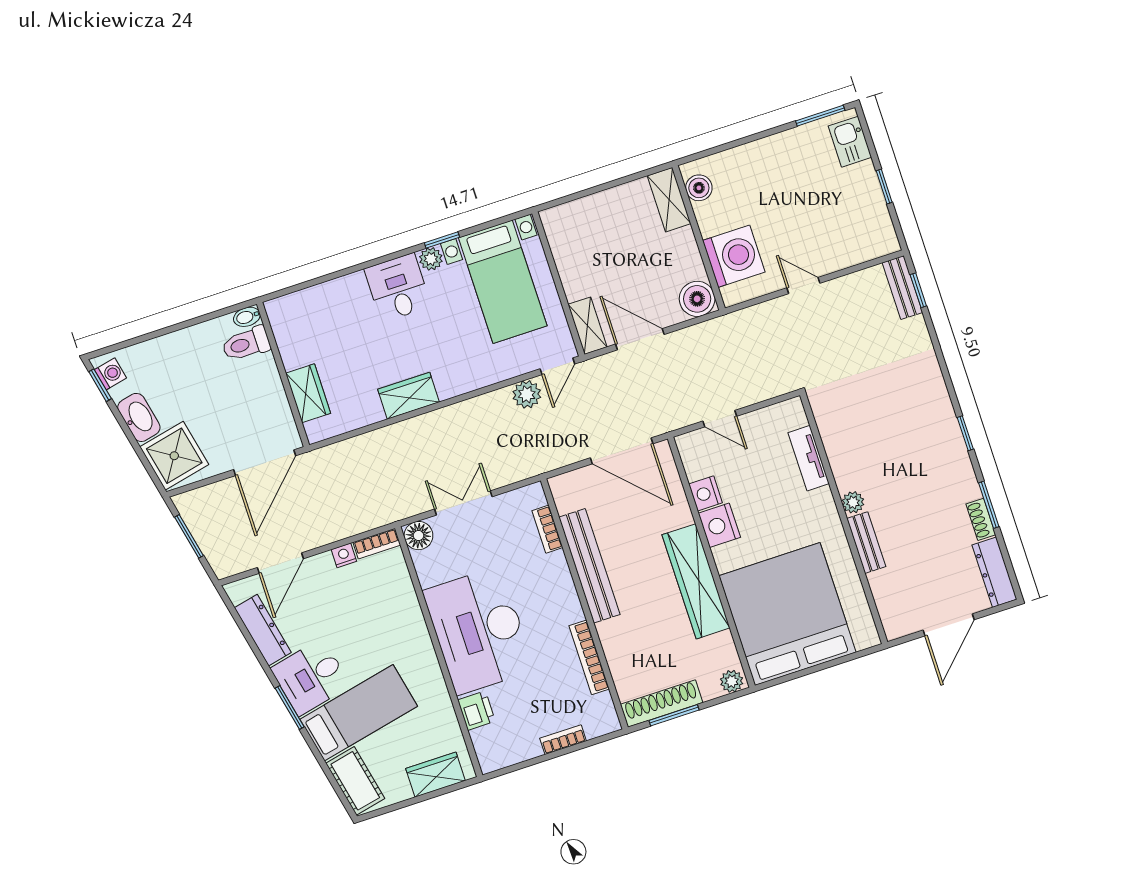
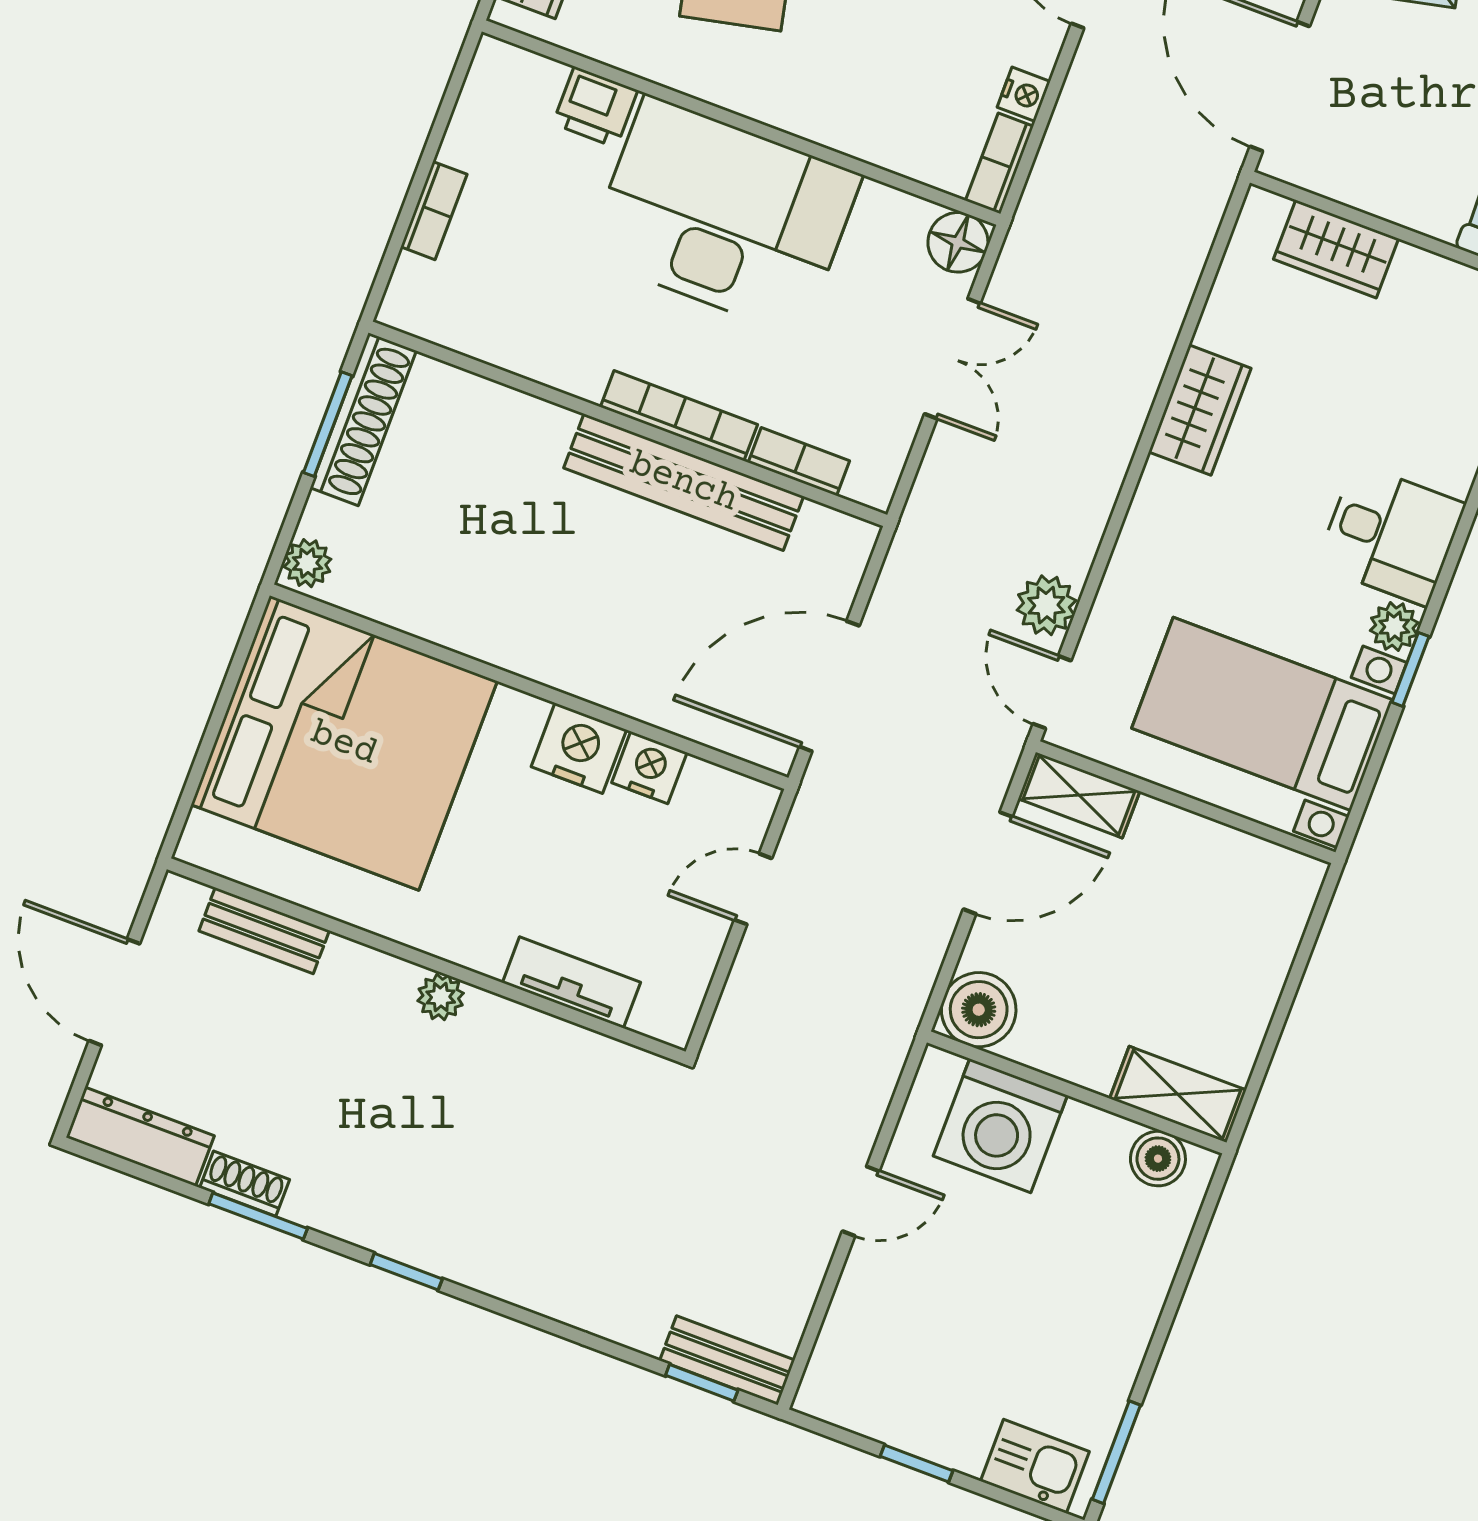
bench: (866, 543) -> (264, 931), moved
wardrobe: (696, 581) -> (518, 636), removed
bookcase: (589, 657) -> (679, 416), moved

